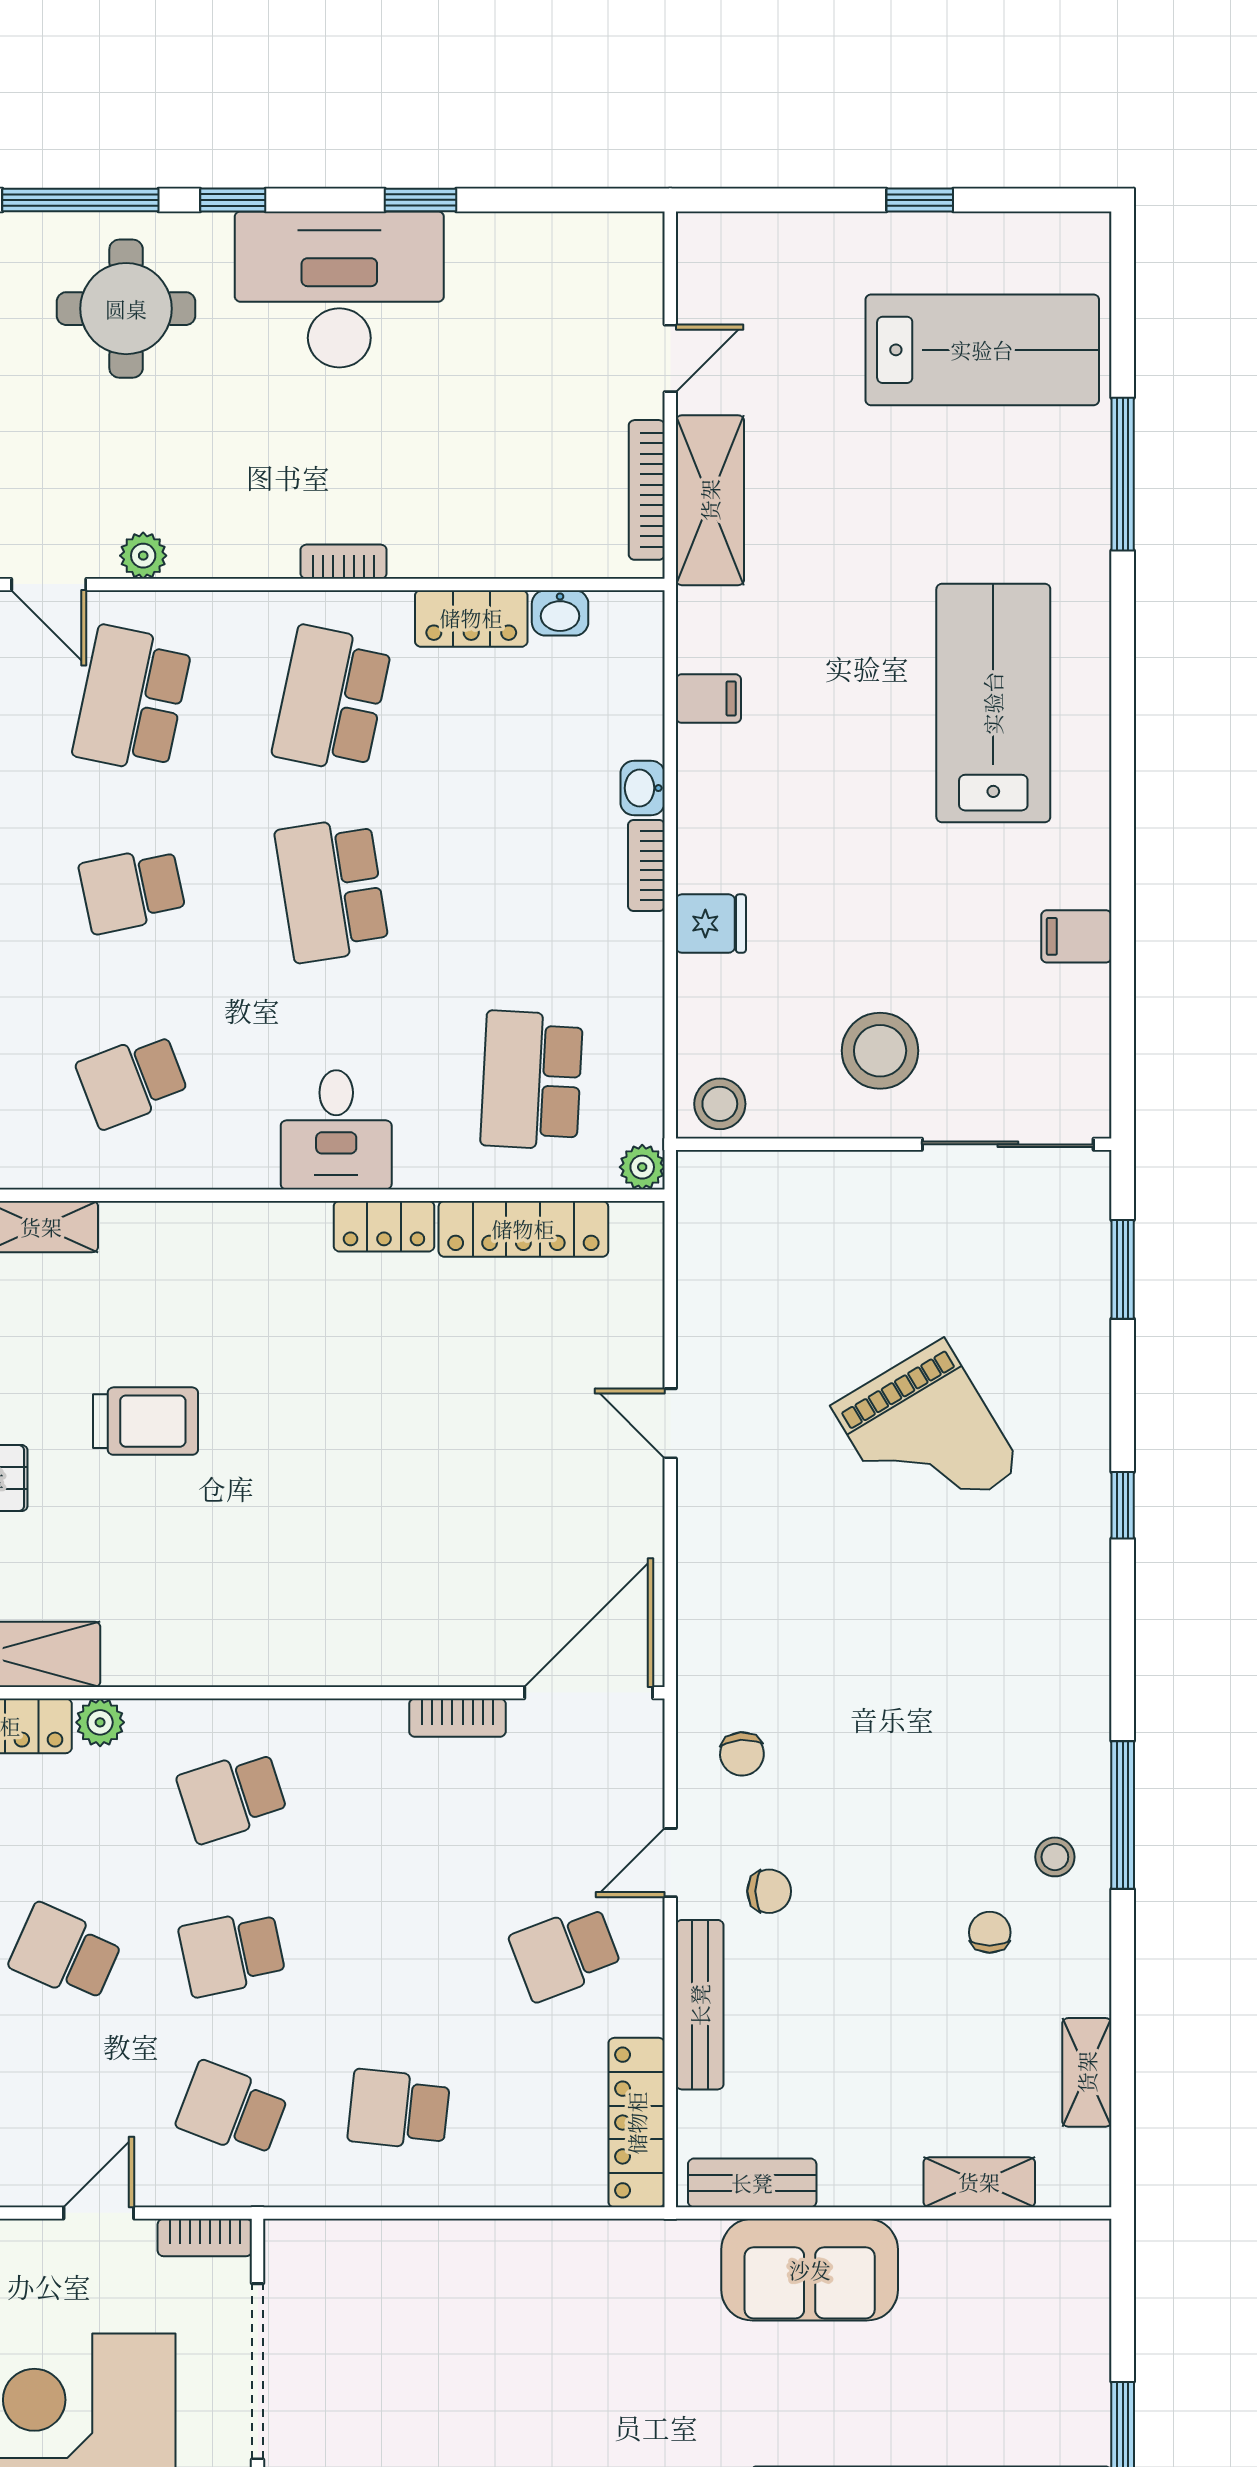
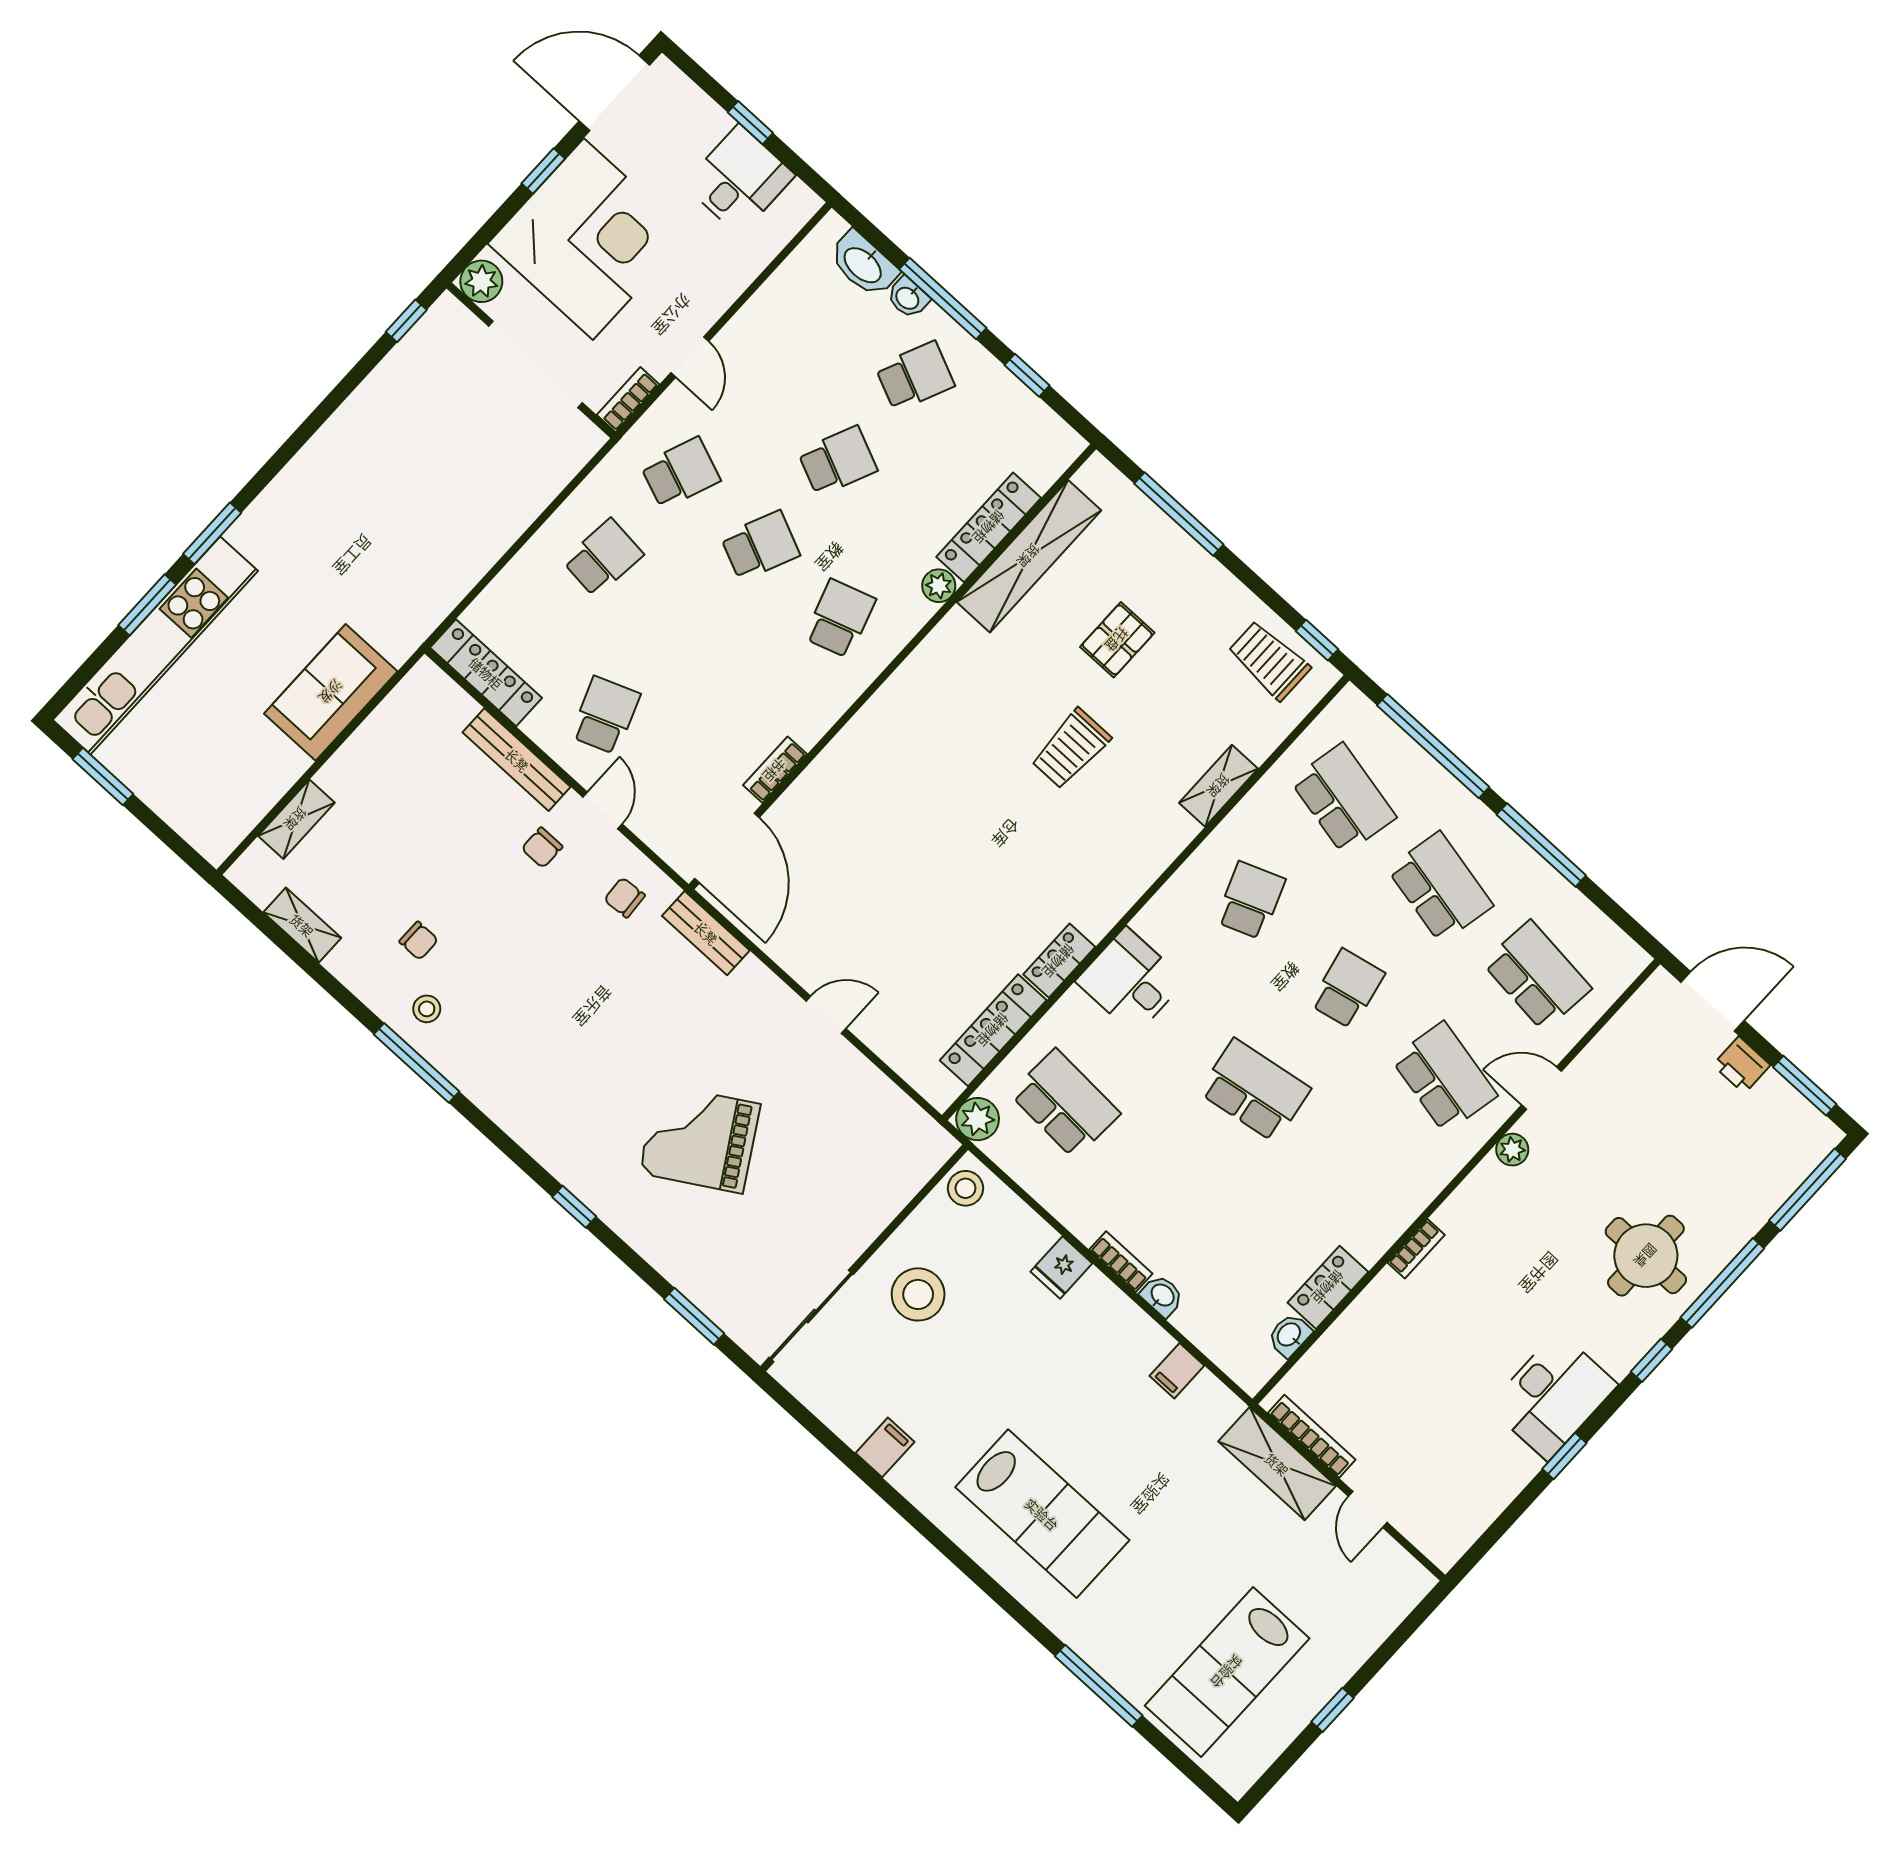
desk: (339, 289) -> (1553, 1396), width x0.73, depth x0.77
school desk: (332, 699) -> (1351, 1179), removed
plant: (642, 1167) -> (978, 1119), width x1.38, depth x1.38
school desk: (232, 1953) -> (760, 546), turned 36
bench: (752, 2183) -> (706, 933), moved, turned 90

